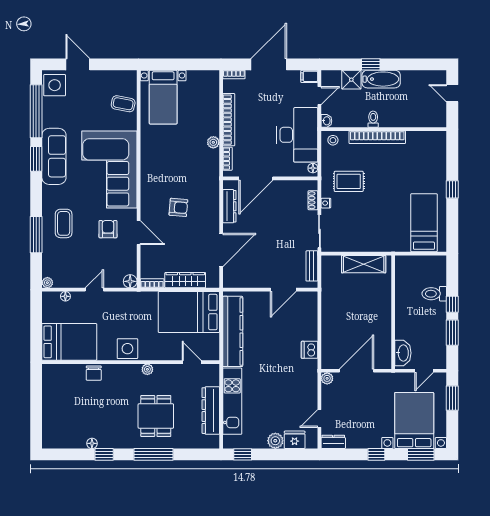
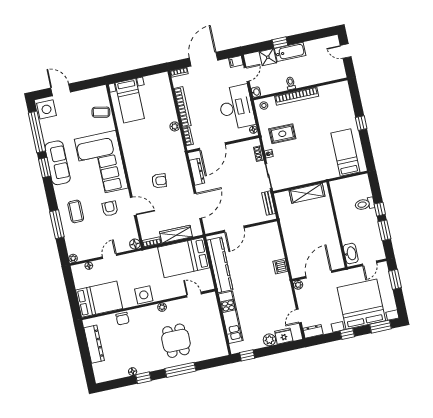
door: (283, 290) -> (234, 229), moved
dresser: (211, 411) -> (94, 344), moved, turned 180
bed with nightstands: (414, 420) -> (361, 304), width x1.36

